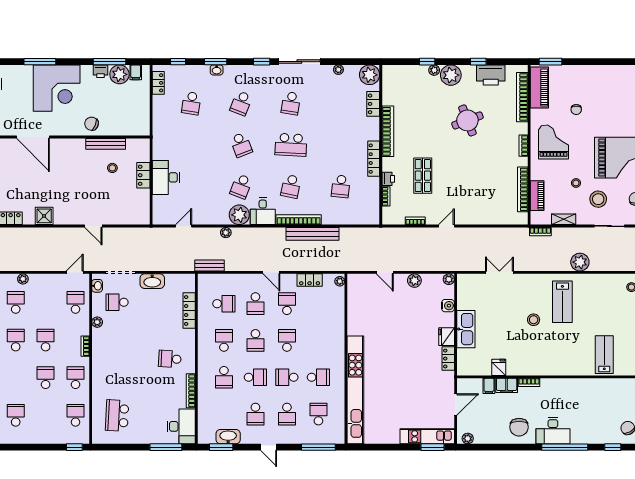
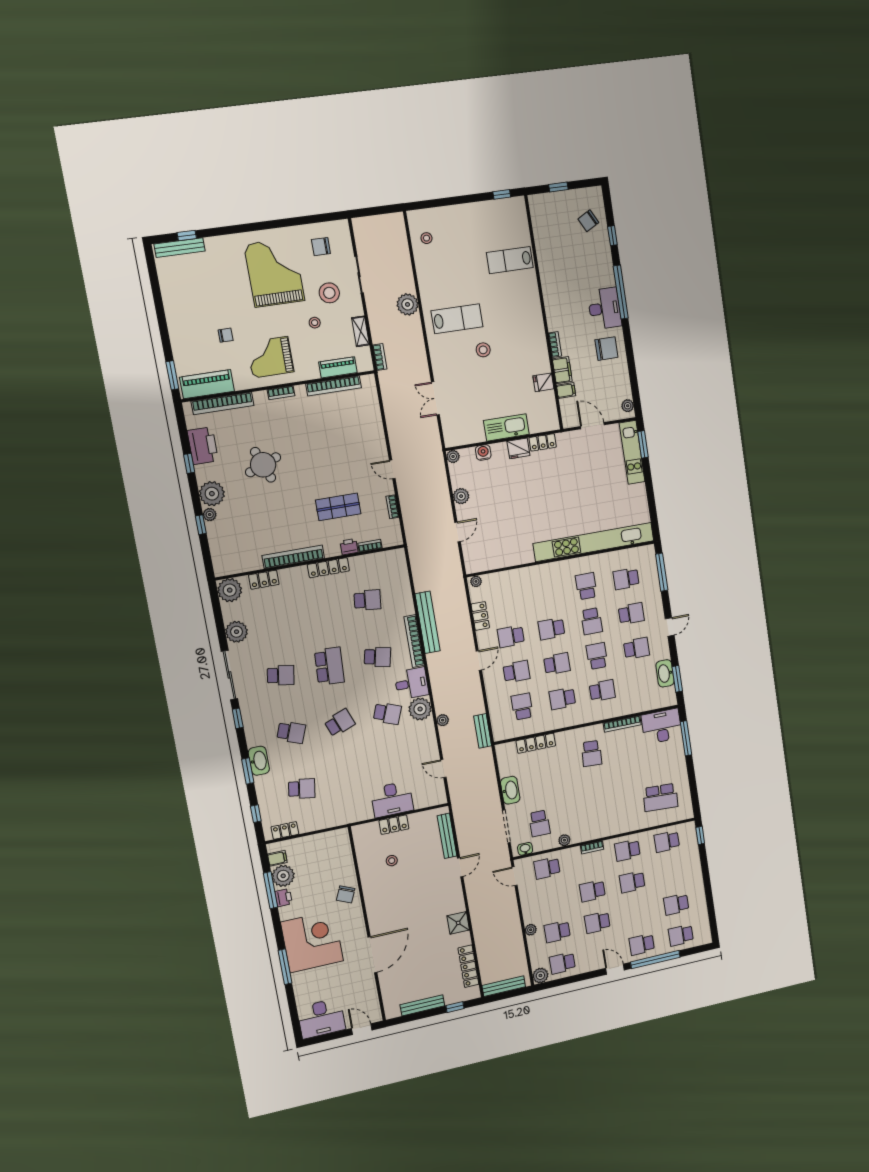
washbasin: (217, 70) -> (259, 761), width x1.91, depth x1.45
plant: (338, 70) -> (237, 632), width x1.88, depth x1.88
bench: (106, 144) -> (447, 836), moved

